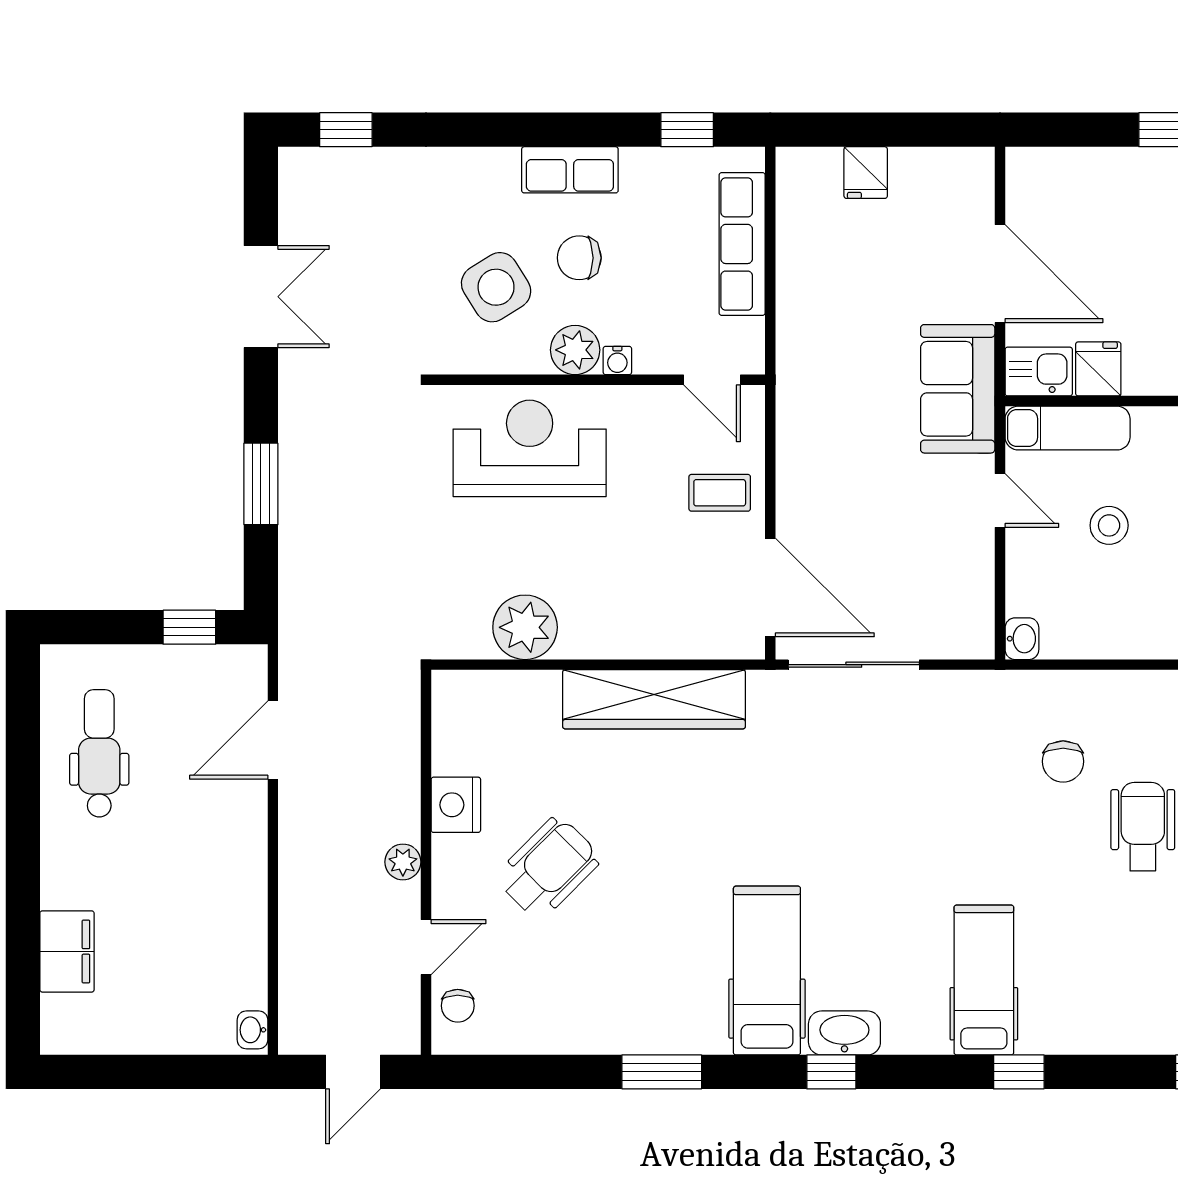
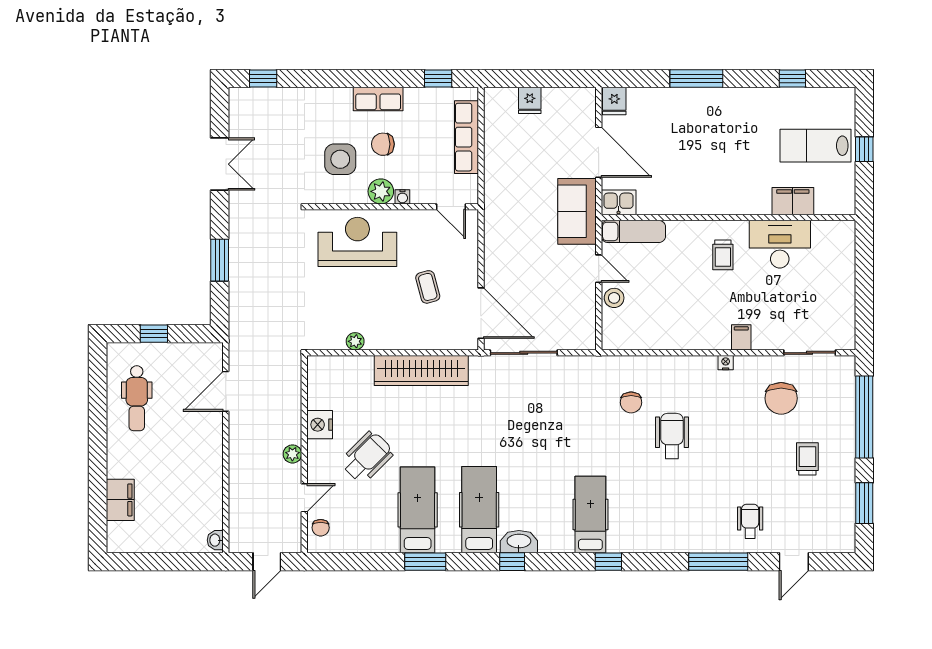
side table: (496, 287) -> (340, 159), turned 32
fridge: (1098, 369) -> (614, 101), moved, turned 180
coffee table: (720, 493) -> (428, 287), moved, turned 75
stool: (1109, 525) -> (614, 298), moved
window: (189, 627) -> (154, 334), moved
plant: (525, 627) -> (355, 341), width x0.53, depth x0.53
washbasin: (1022, 639) -> (610, 339), removed
dental chair: (99, 753) -> (137, 398), turned 180
hospital bed: (647, 971) -> (418, 510), added

